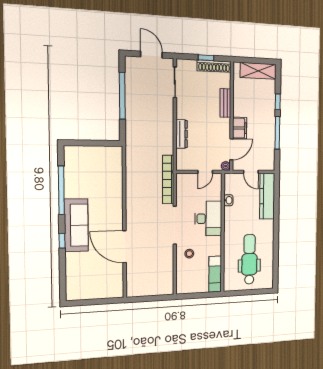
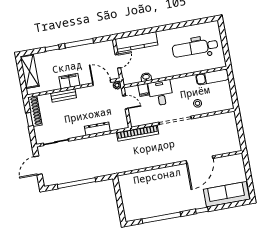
filing cabinet: (240, 128) -> (69, 81), moved
filing cabinet: (215, 195) -> (143, 90), added
desk: (208, 219) -> (161, 93), width x0.73
sofa: (76, 225) -> (226, 194), moved

